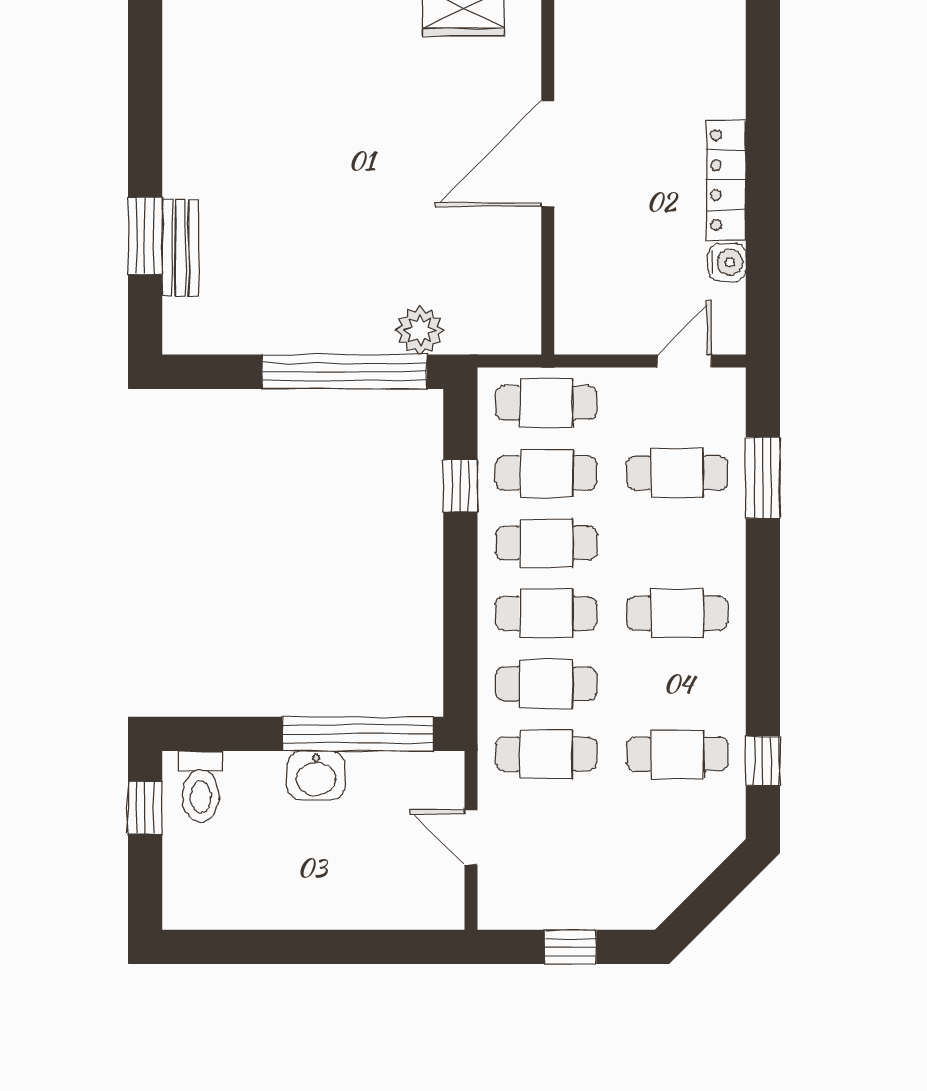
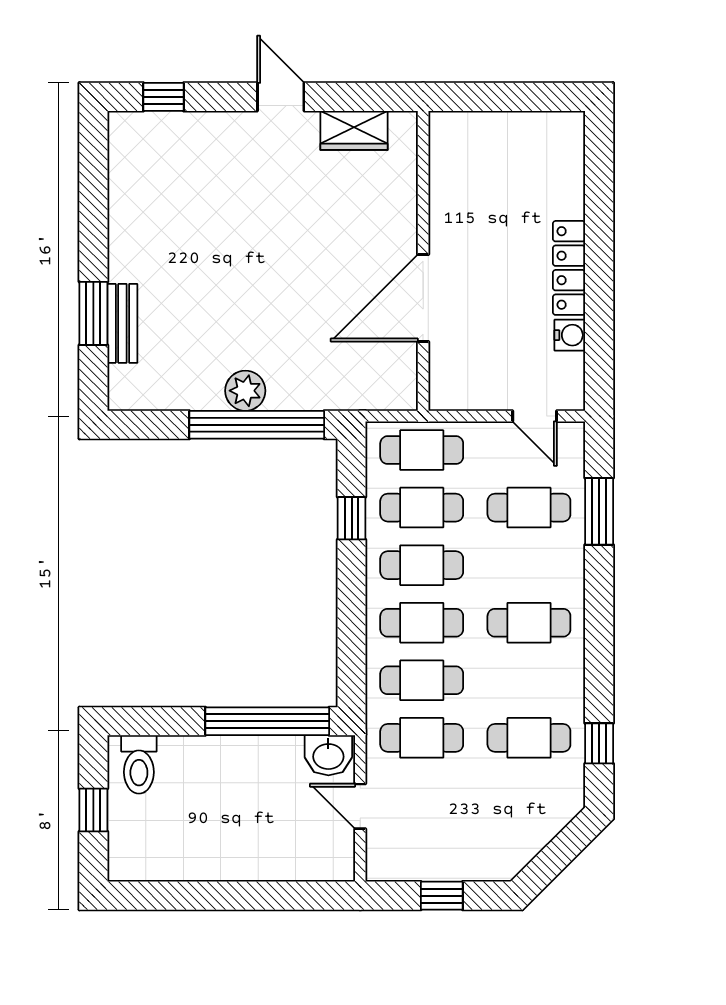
door: (548, 153) -> (423, 298), moved
plant: (420, 330) -> (245, 391), moved
door: (684, 361) -> (535, 416), swing flipped
washbasin: (316, 775) -> (328, 755), moved
window: (145, 808) -> (93, 810), moved

